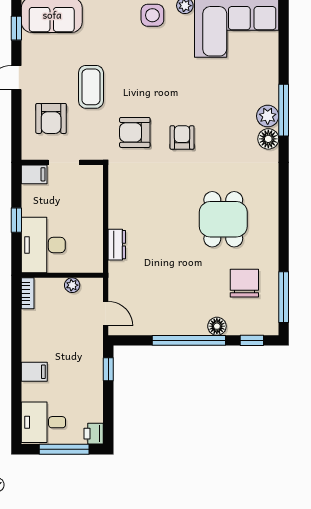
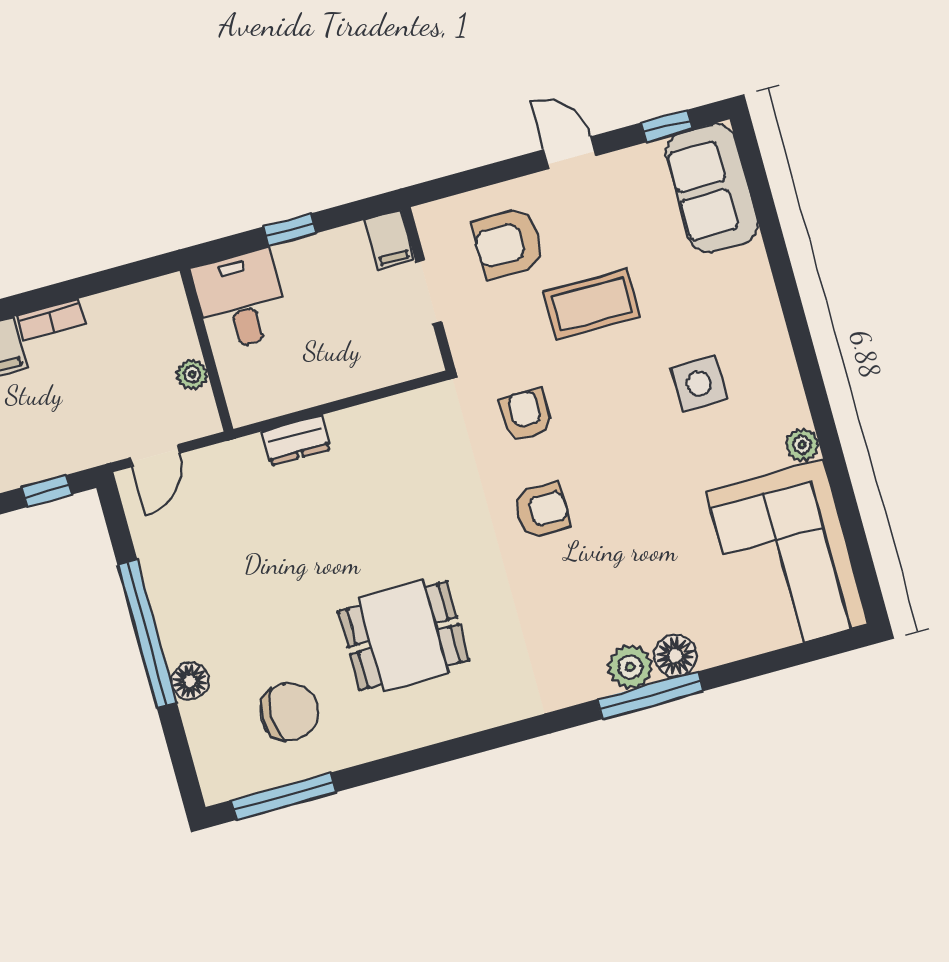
side table: (152, 15) -> (699, 384), moved
armchair: (135, 132) -> (526, 415), width x0.72, depth x0.72
floor lamp: (268, 139) -> (675, 656), moved
desk: (43, 245) -> (241, 300), width x0.73
bookcase: (28, 293) -> (51, 319), moved
window: (252, 340) -> (181, 757), removed

